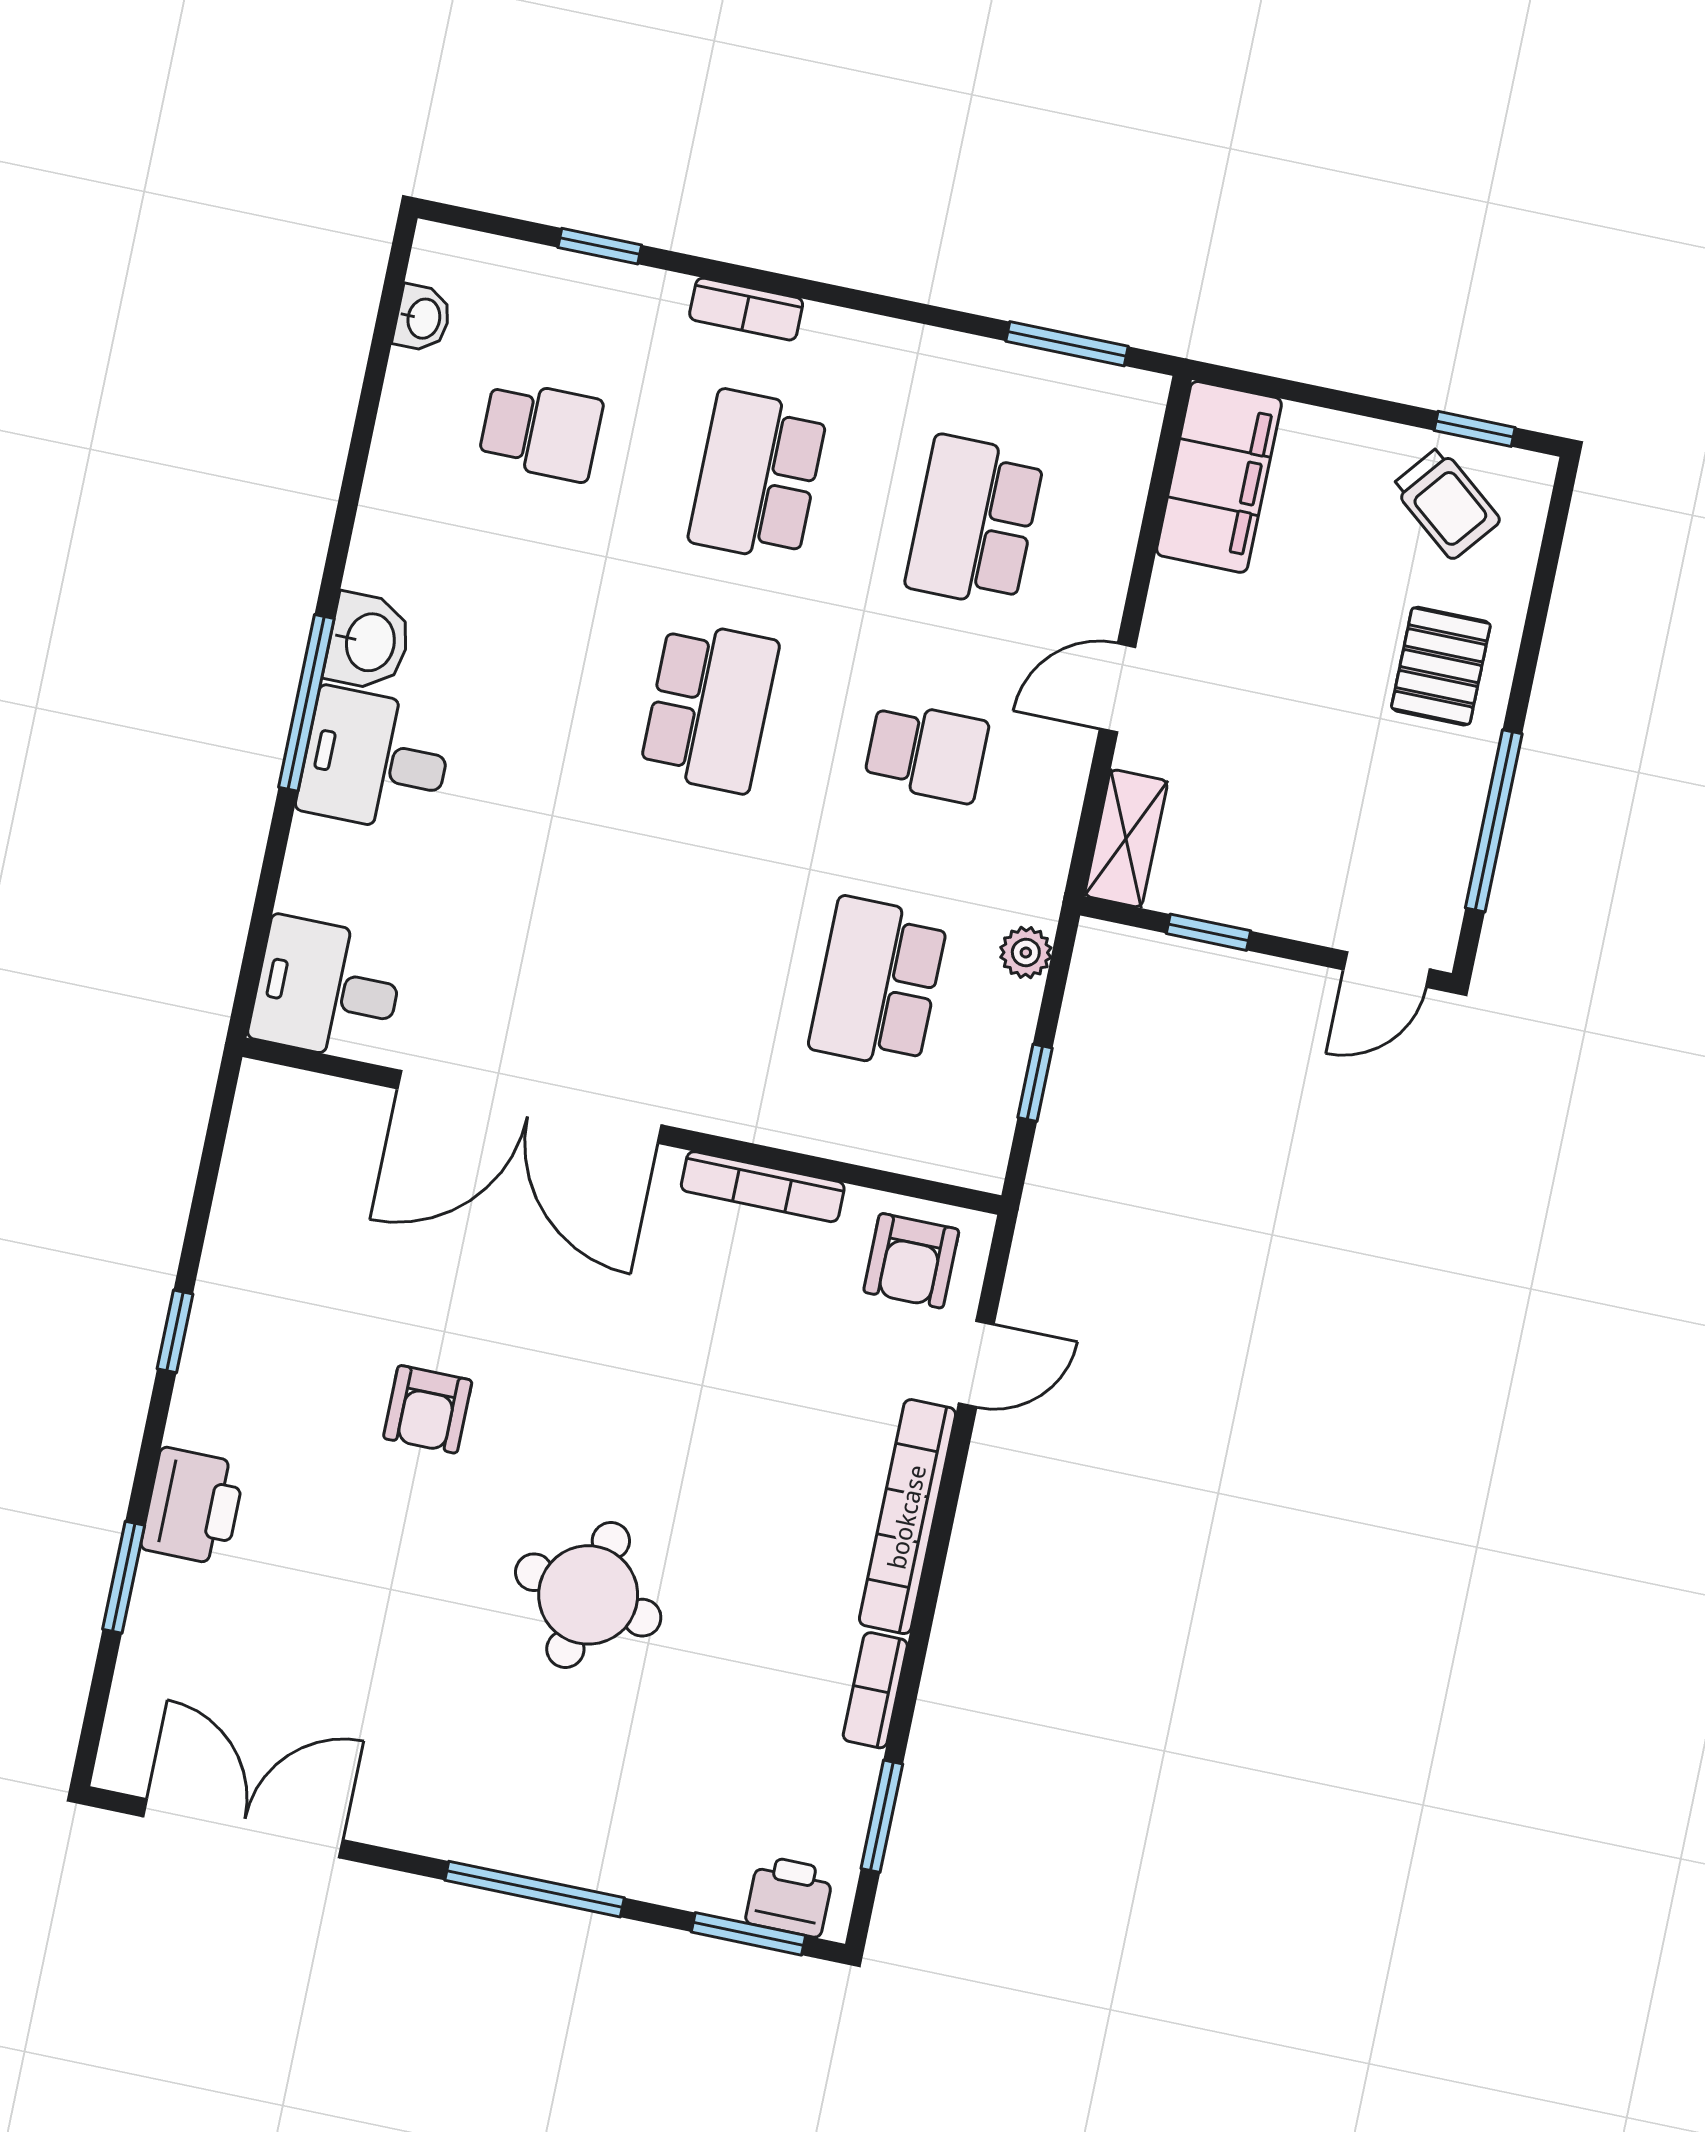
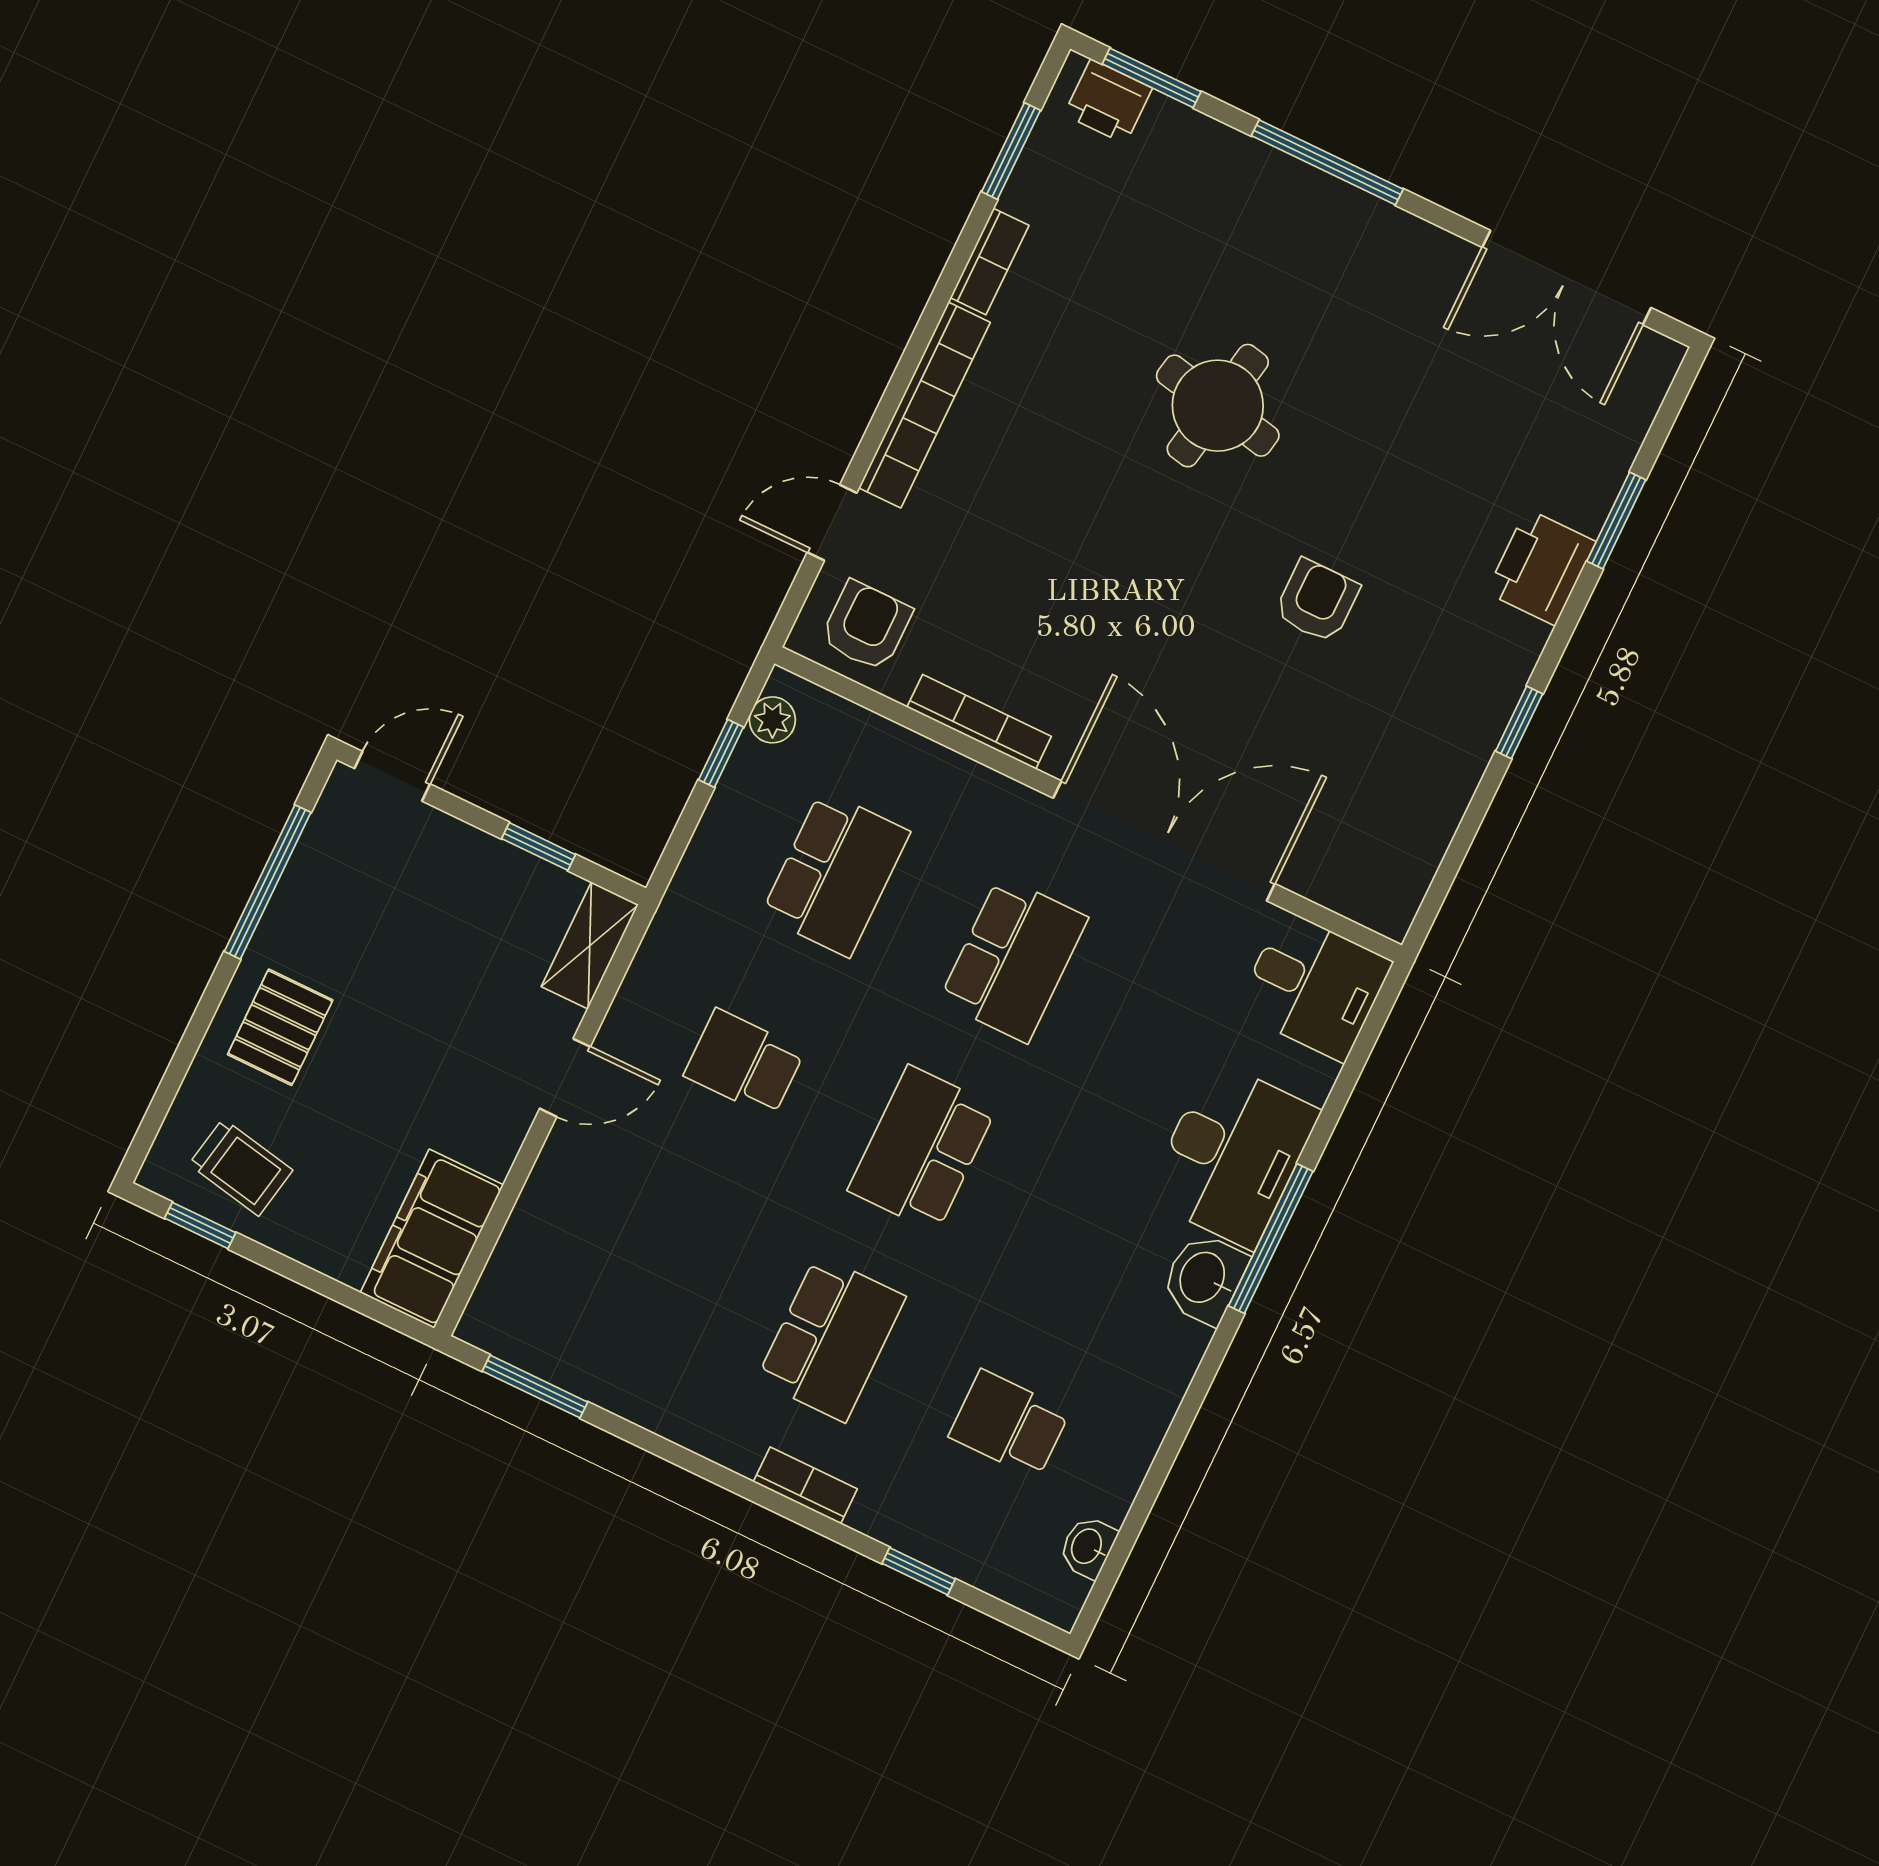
trolley: (1446, 503) -> (241, 1167), turned 152
school desk: (975, 521) -> (1014, 959), moved
desk: (375, 761) -> (1233, 1154), width x1.37
plant: (1026, 952) -> (772, 720), moved

